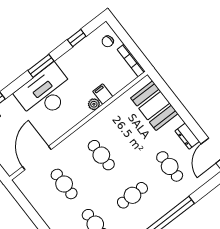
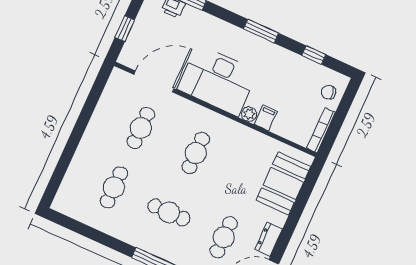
desk: (45, 93) -> (218, 80), moved, turned 180

